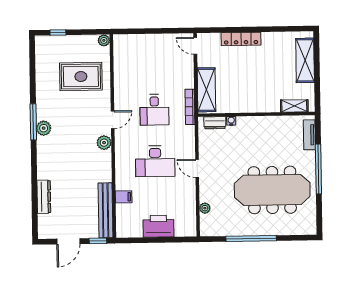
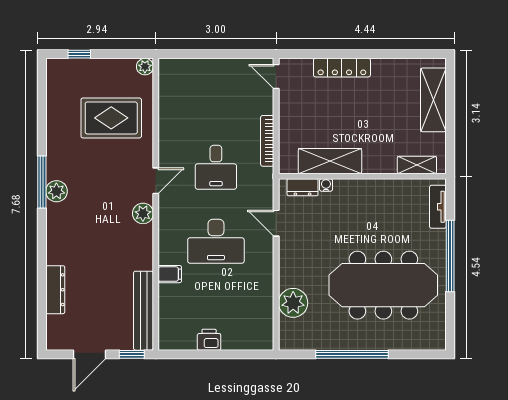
shelving: (206, 90) -> (330, 161), moved, turned 90
bookcase: (190, 107) -> (267, 141), moved
door: (197, 168) -> (276, 223), moved
filing cabinet: (124, 197) -> (170, 274), moved
plant: (205, 208) -> (293, 303), width x1.88, depth x1.88
printer: (158, 226) -> (209, 340), width x0.53, depth x0.68

